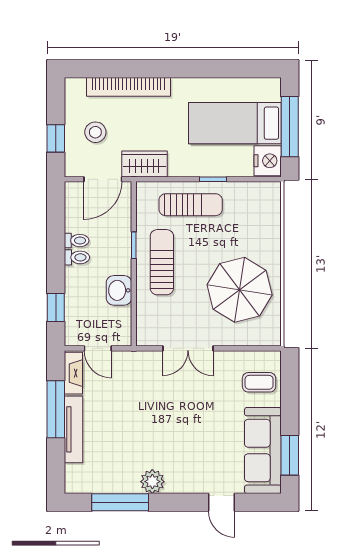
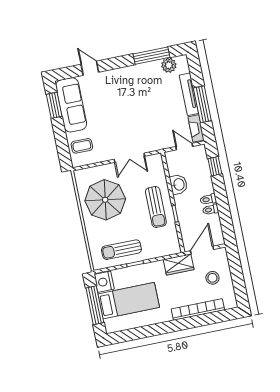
window: (56, 138) -> (236, 269), removed
sun lounger: (191, 205) -> (121, 250), moved
double door: (188, 348) -> (129, 158), swing flipped
plant: (152, 482) -> (169, 65), moved

